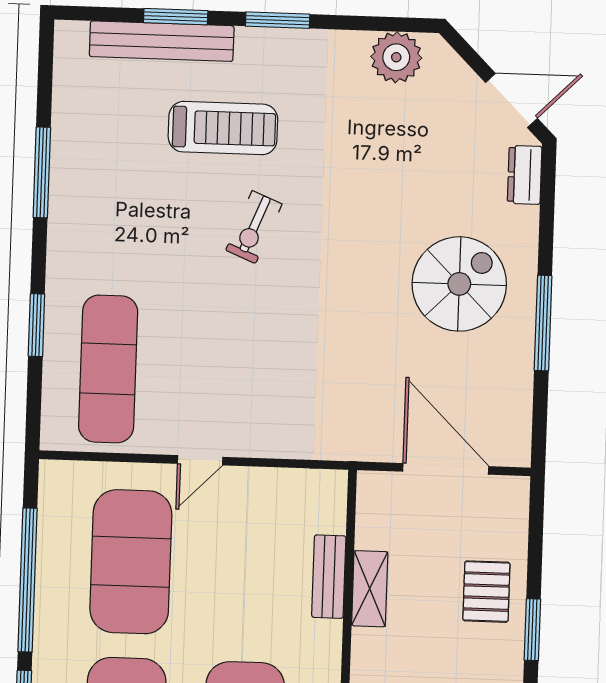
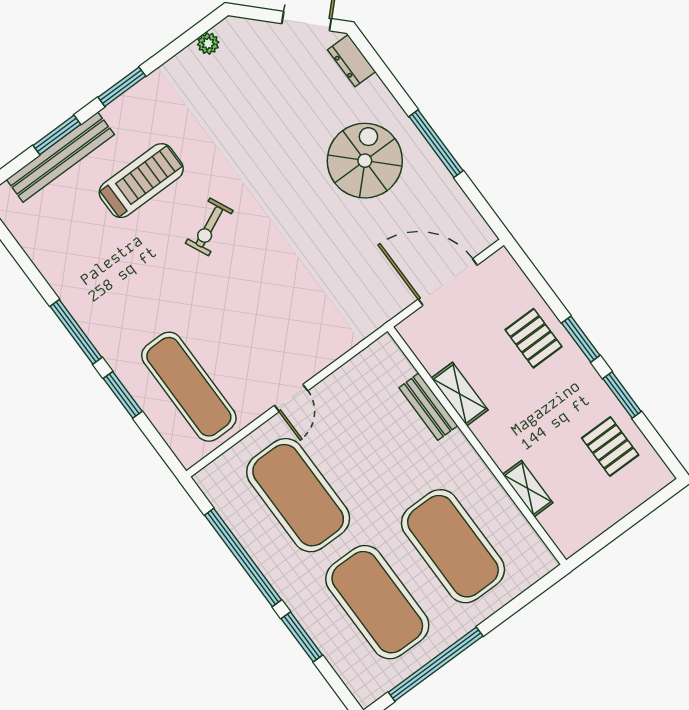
plant: (396, 57) -> (208, 43), width x0.53, depth x0.53
window: (42, 172) -> (76, 332), moved
exercise bike: (254, 227) -> (209, 227), turned 43

